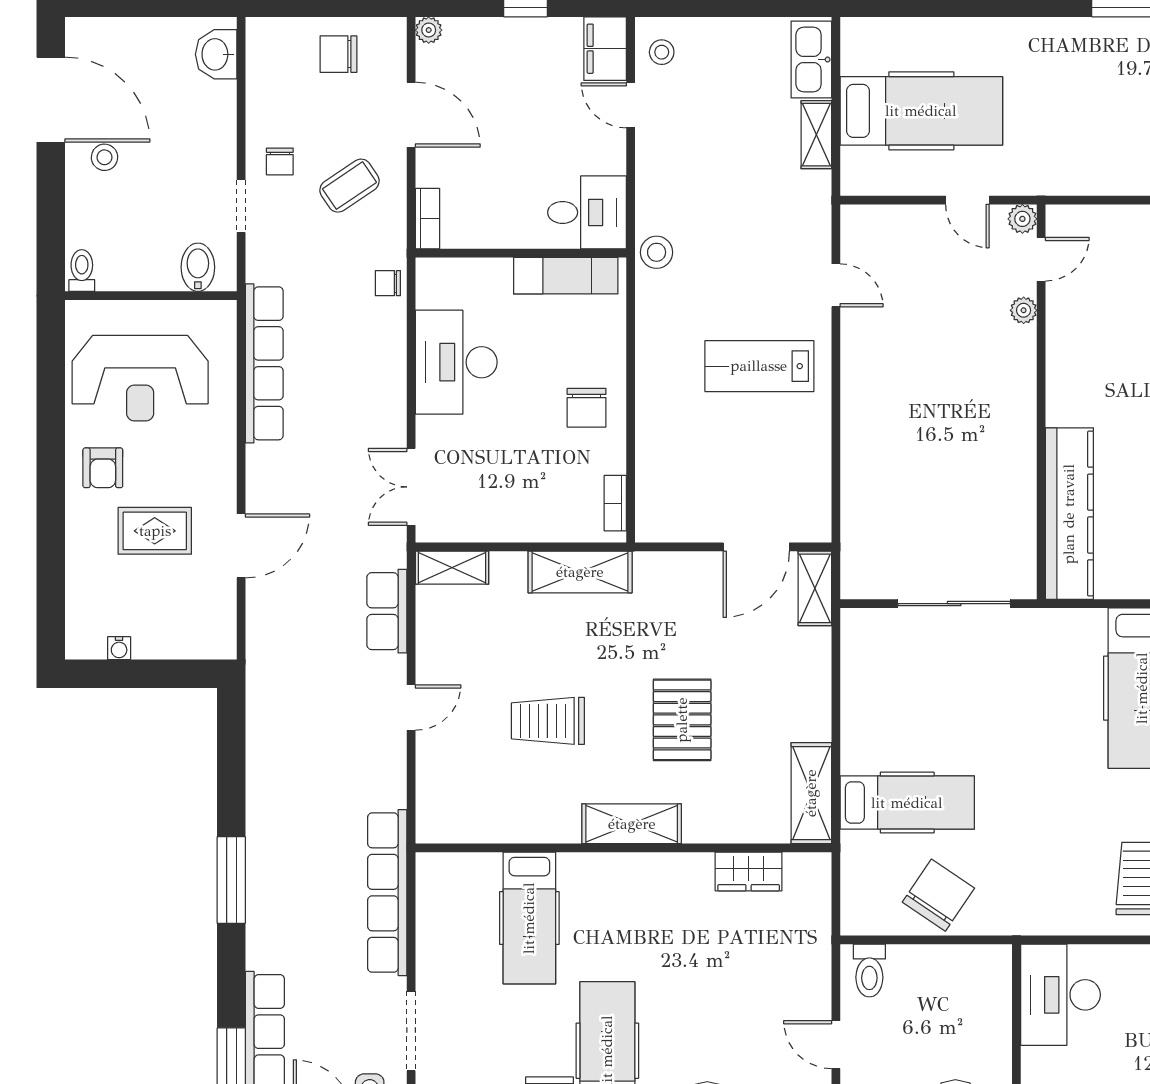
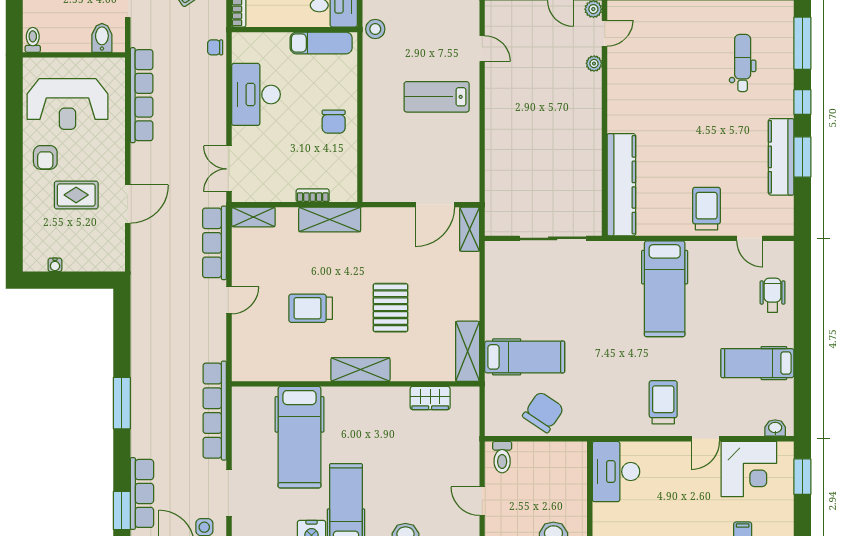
bookcase: (615, 503) -> (313, 195), moved, turned 90
row of seats: (387, 611) -> (215, 243), width x1.48
hospital bed: (529, 918) -> (299, 437), width x1.37, depth x1.29

